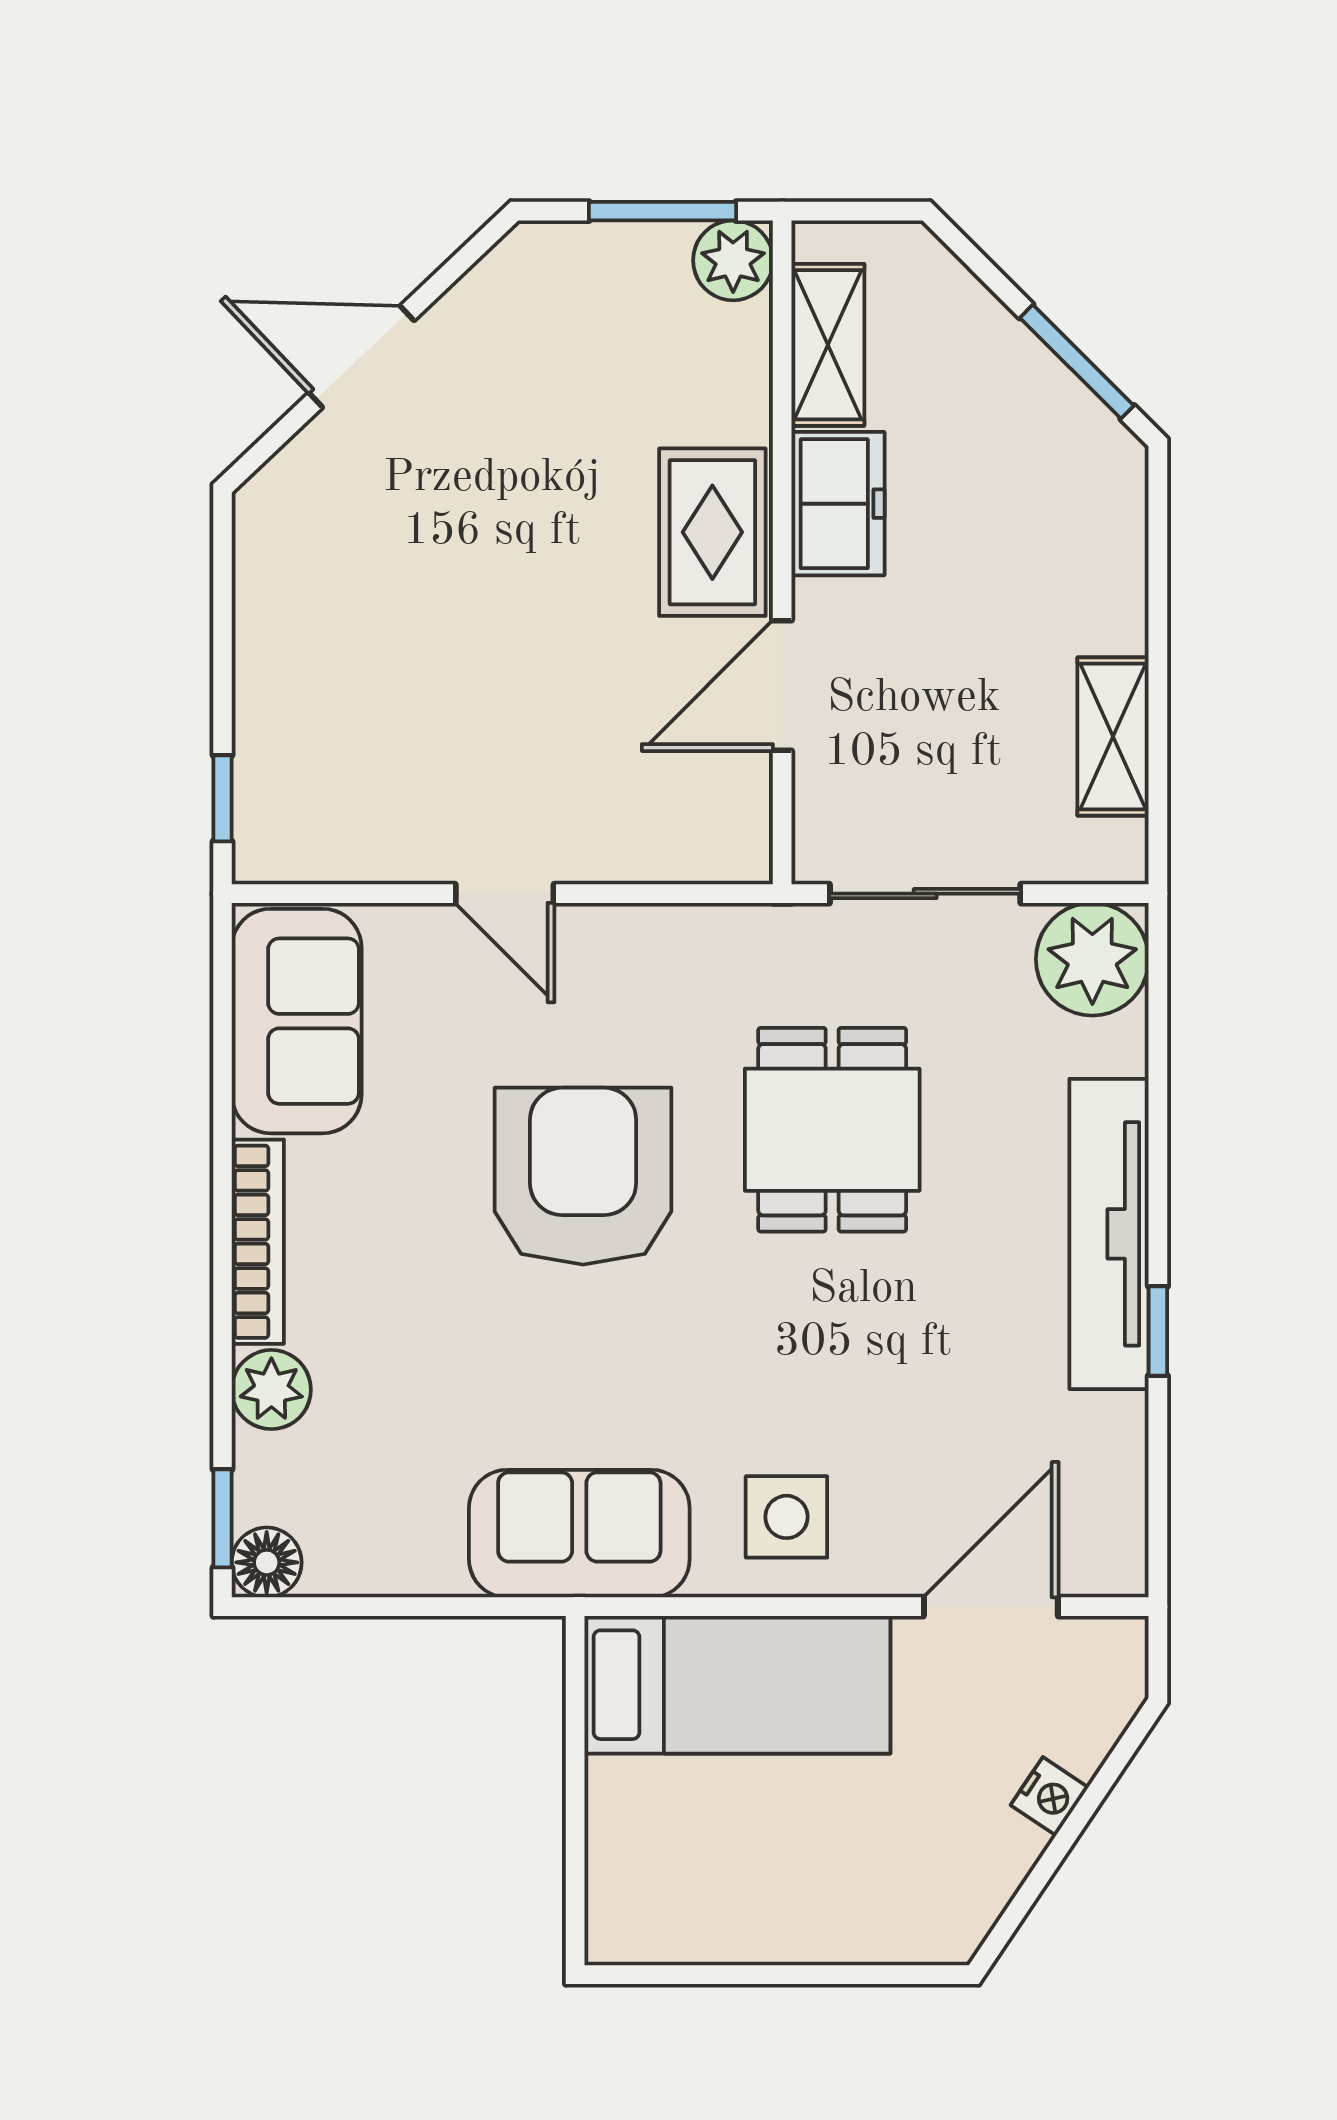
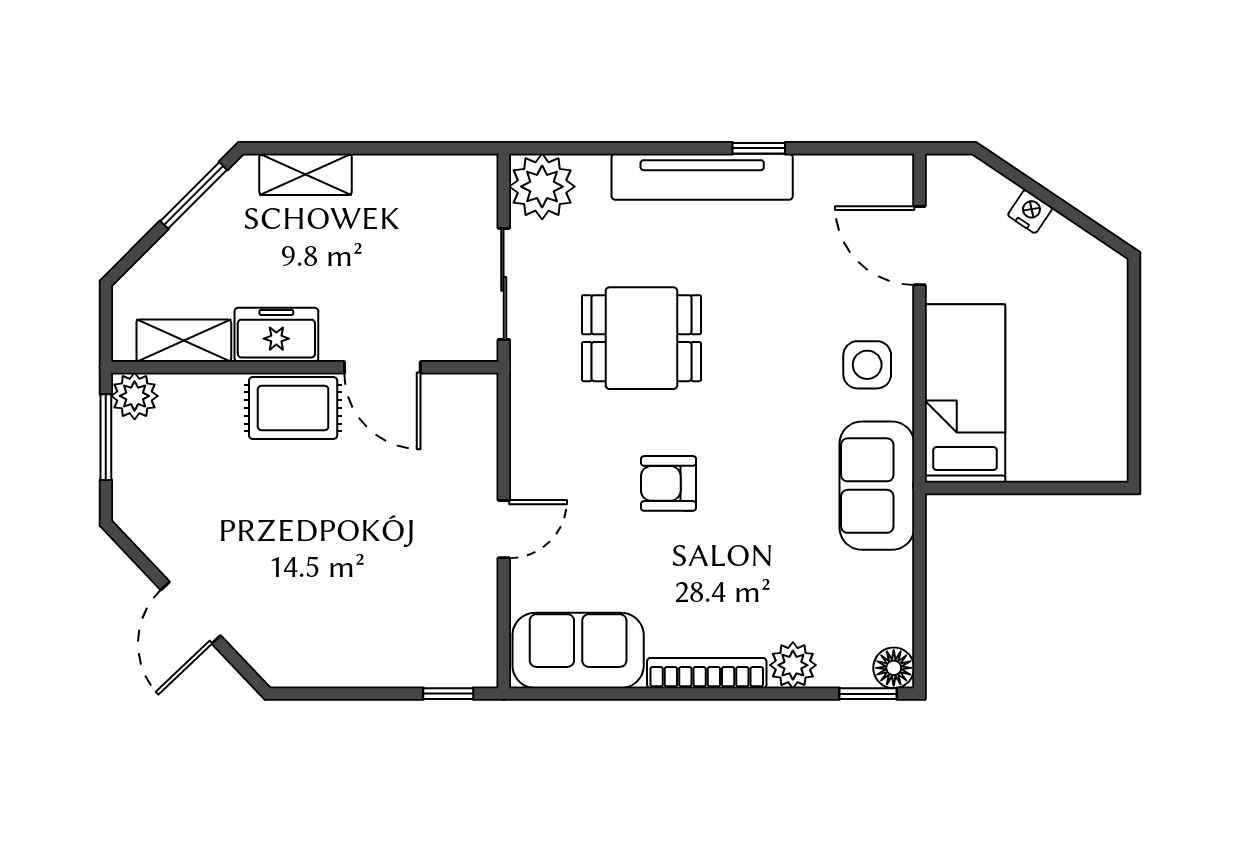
shelving: (1113, 736) -> (306, 174), moved
armchair: (583, 1176) -> (668, 483), width x0.53, depth x0.53

